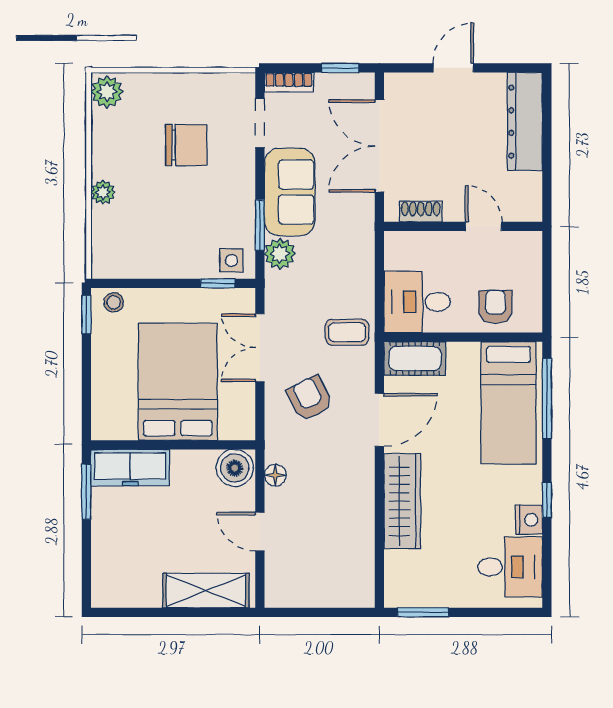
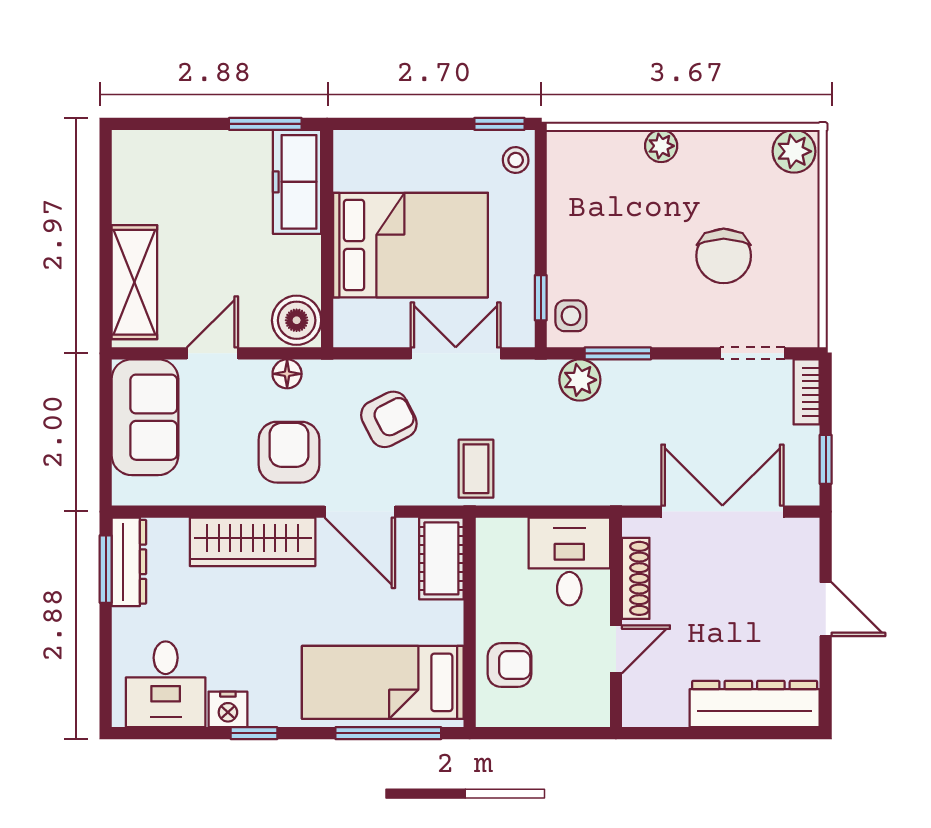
sofa: (290, 192) -> (145, 417), moved, turned -90
shoe rack: (421, 212) -> (636, 578), width x1.43
desk: (417, 302) -> (569, 561), moved
armchair: (335, 474) -> (289, 452), added
dresser: (417, 595) -> (129, 562), added

